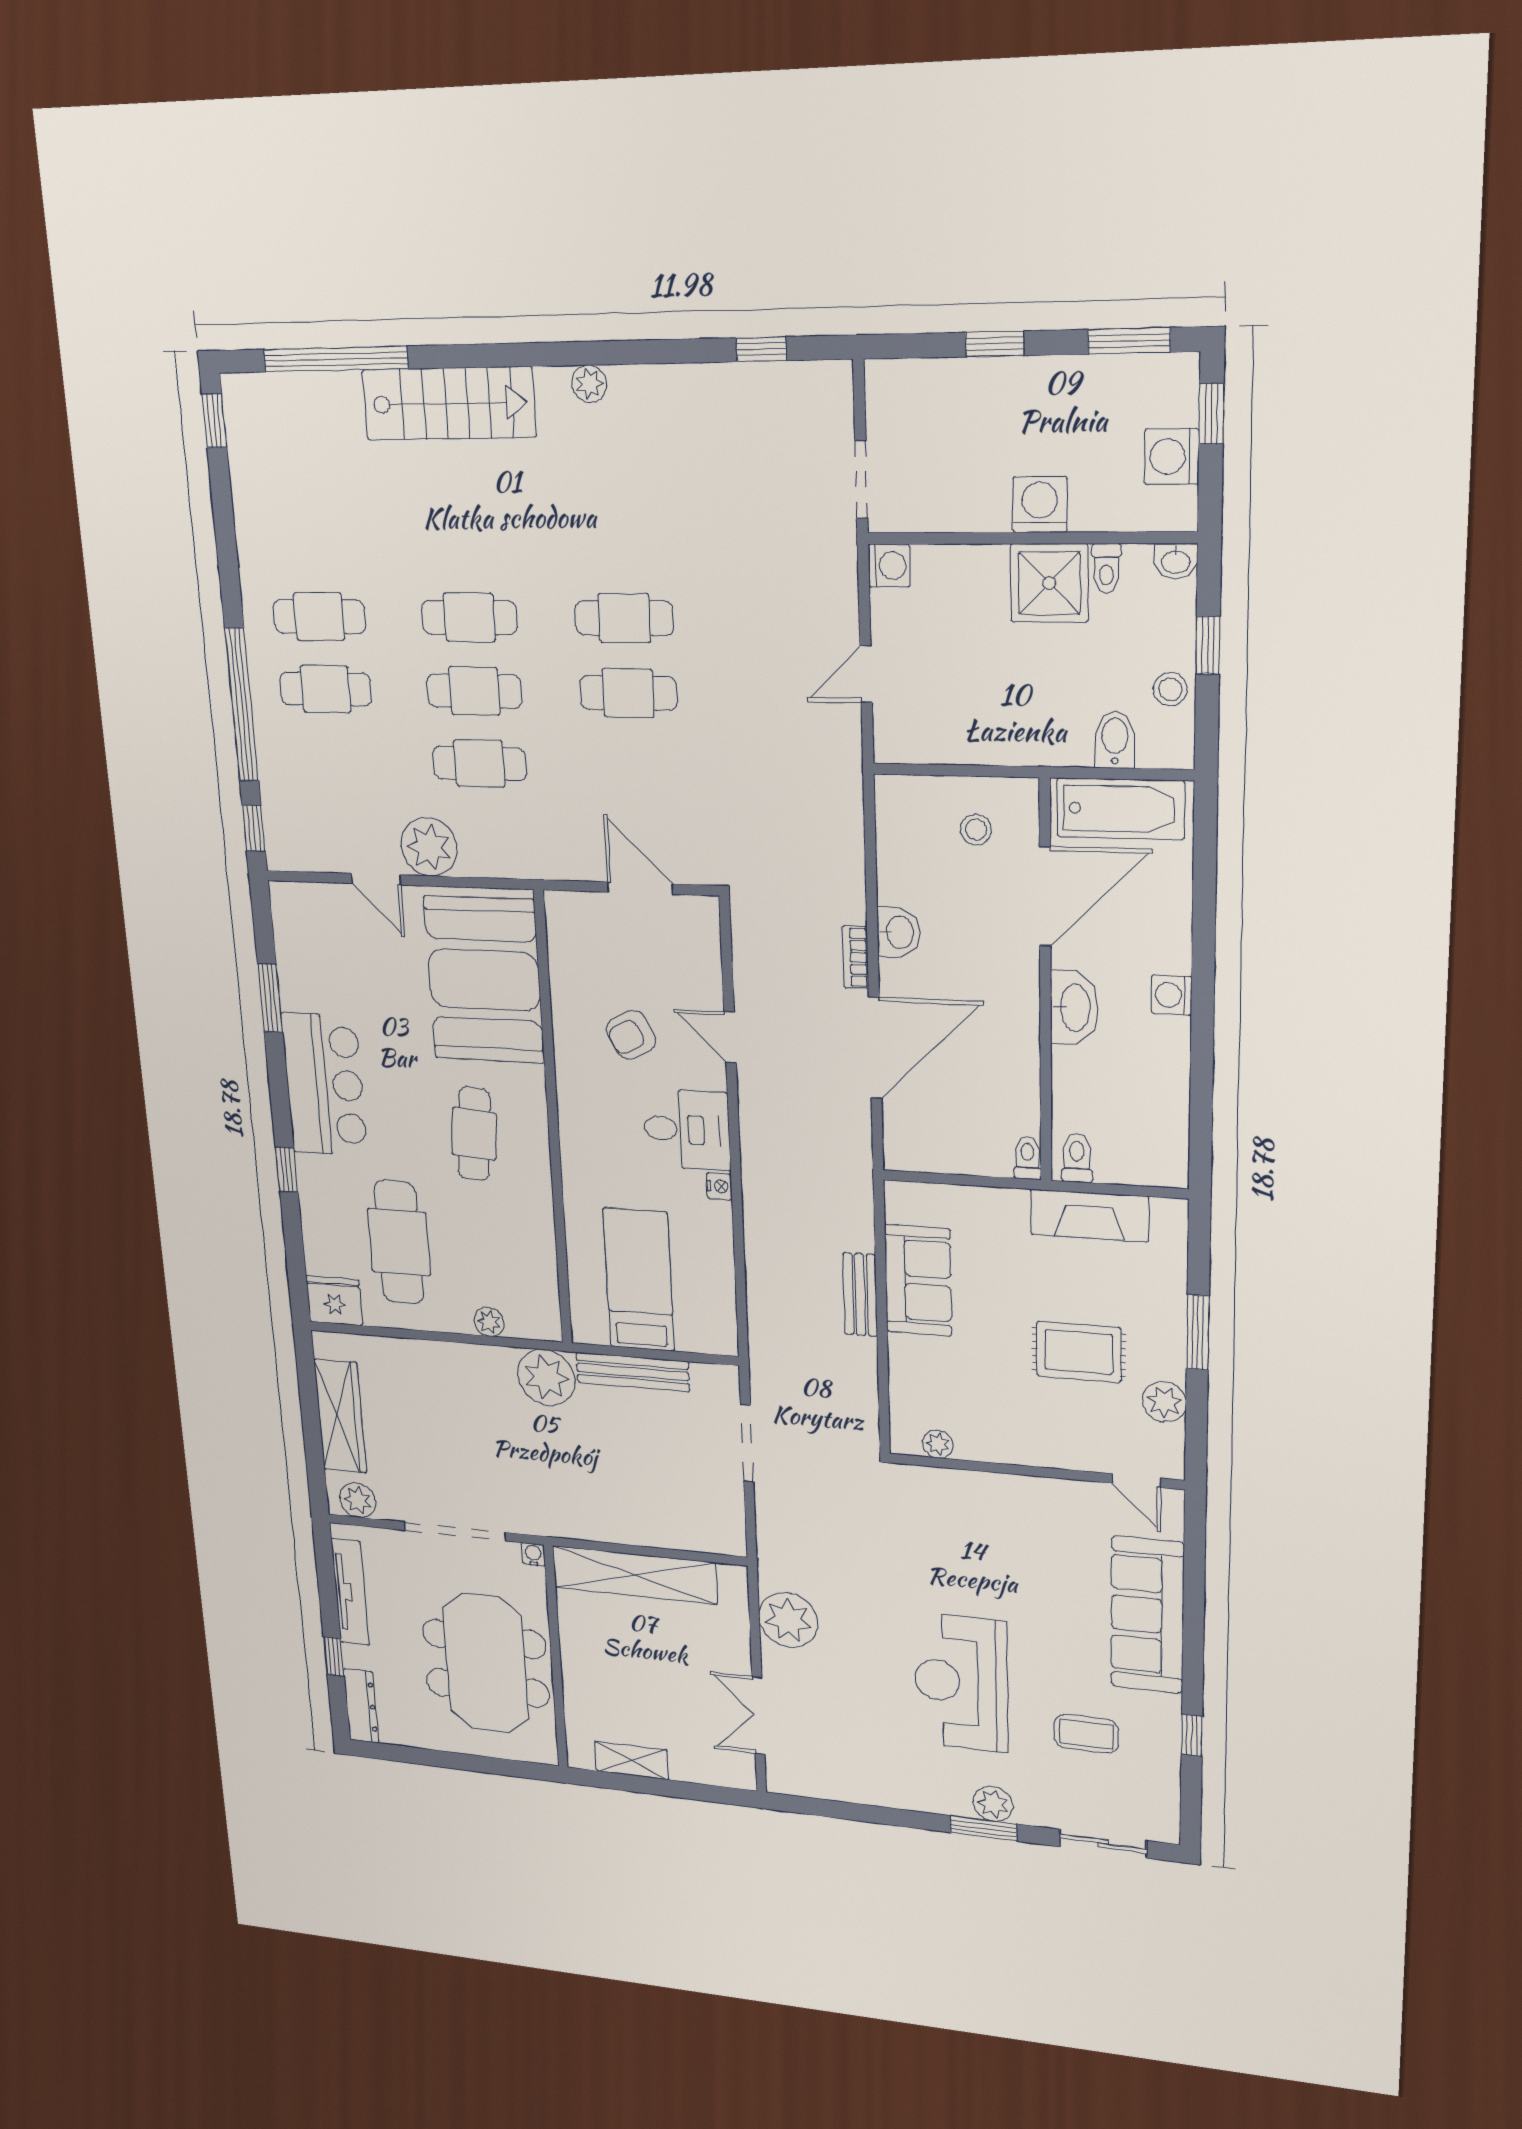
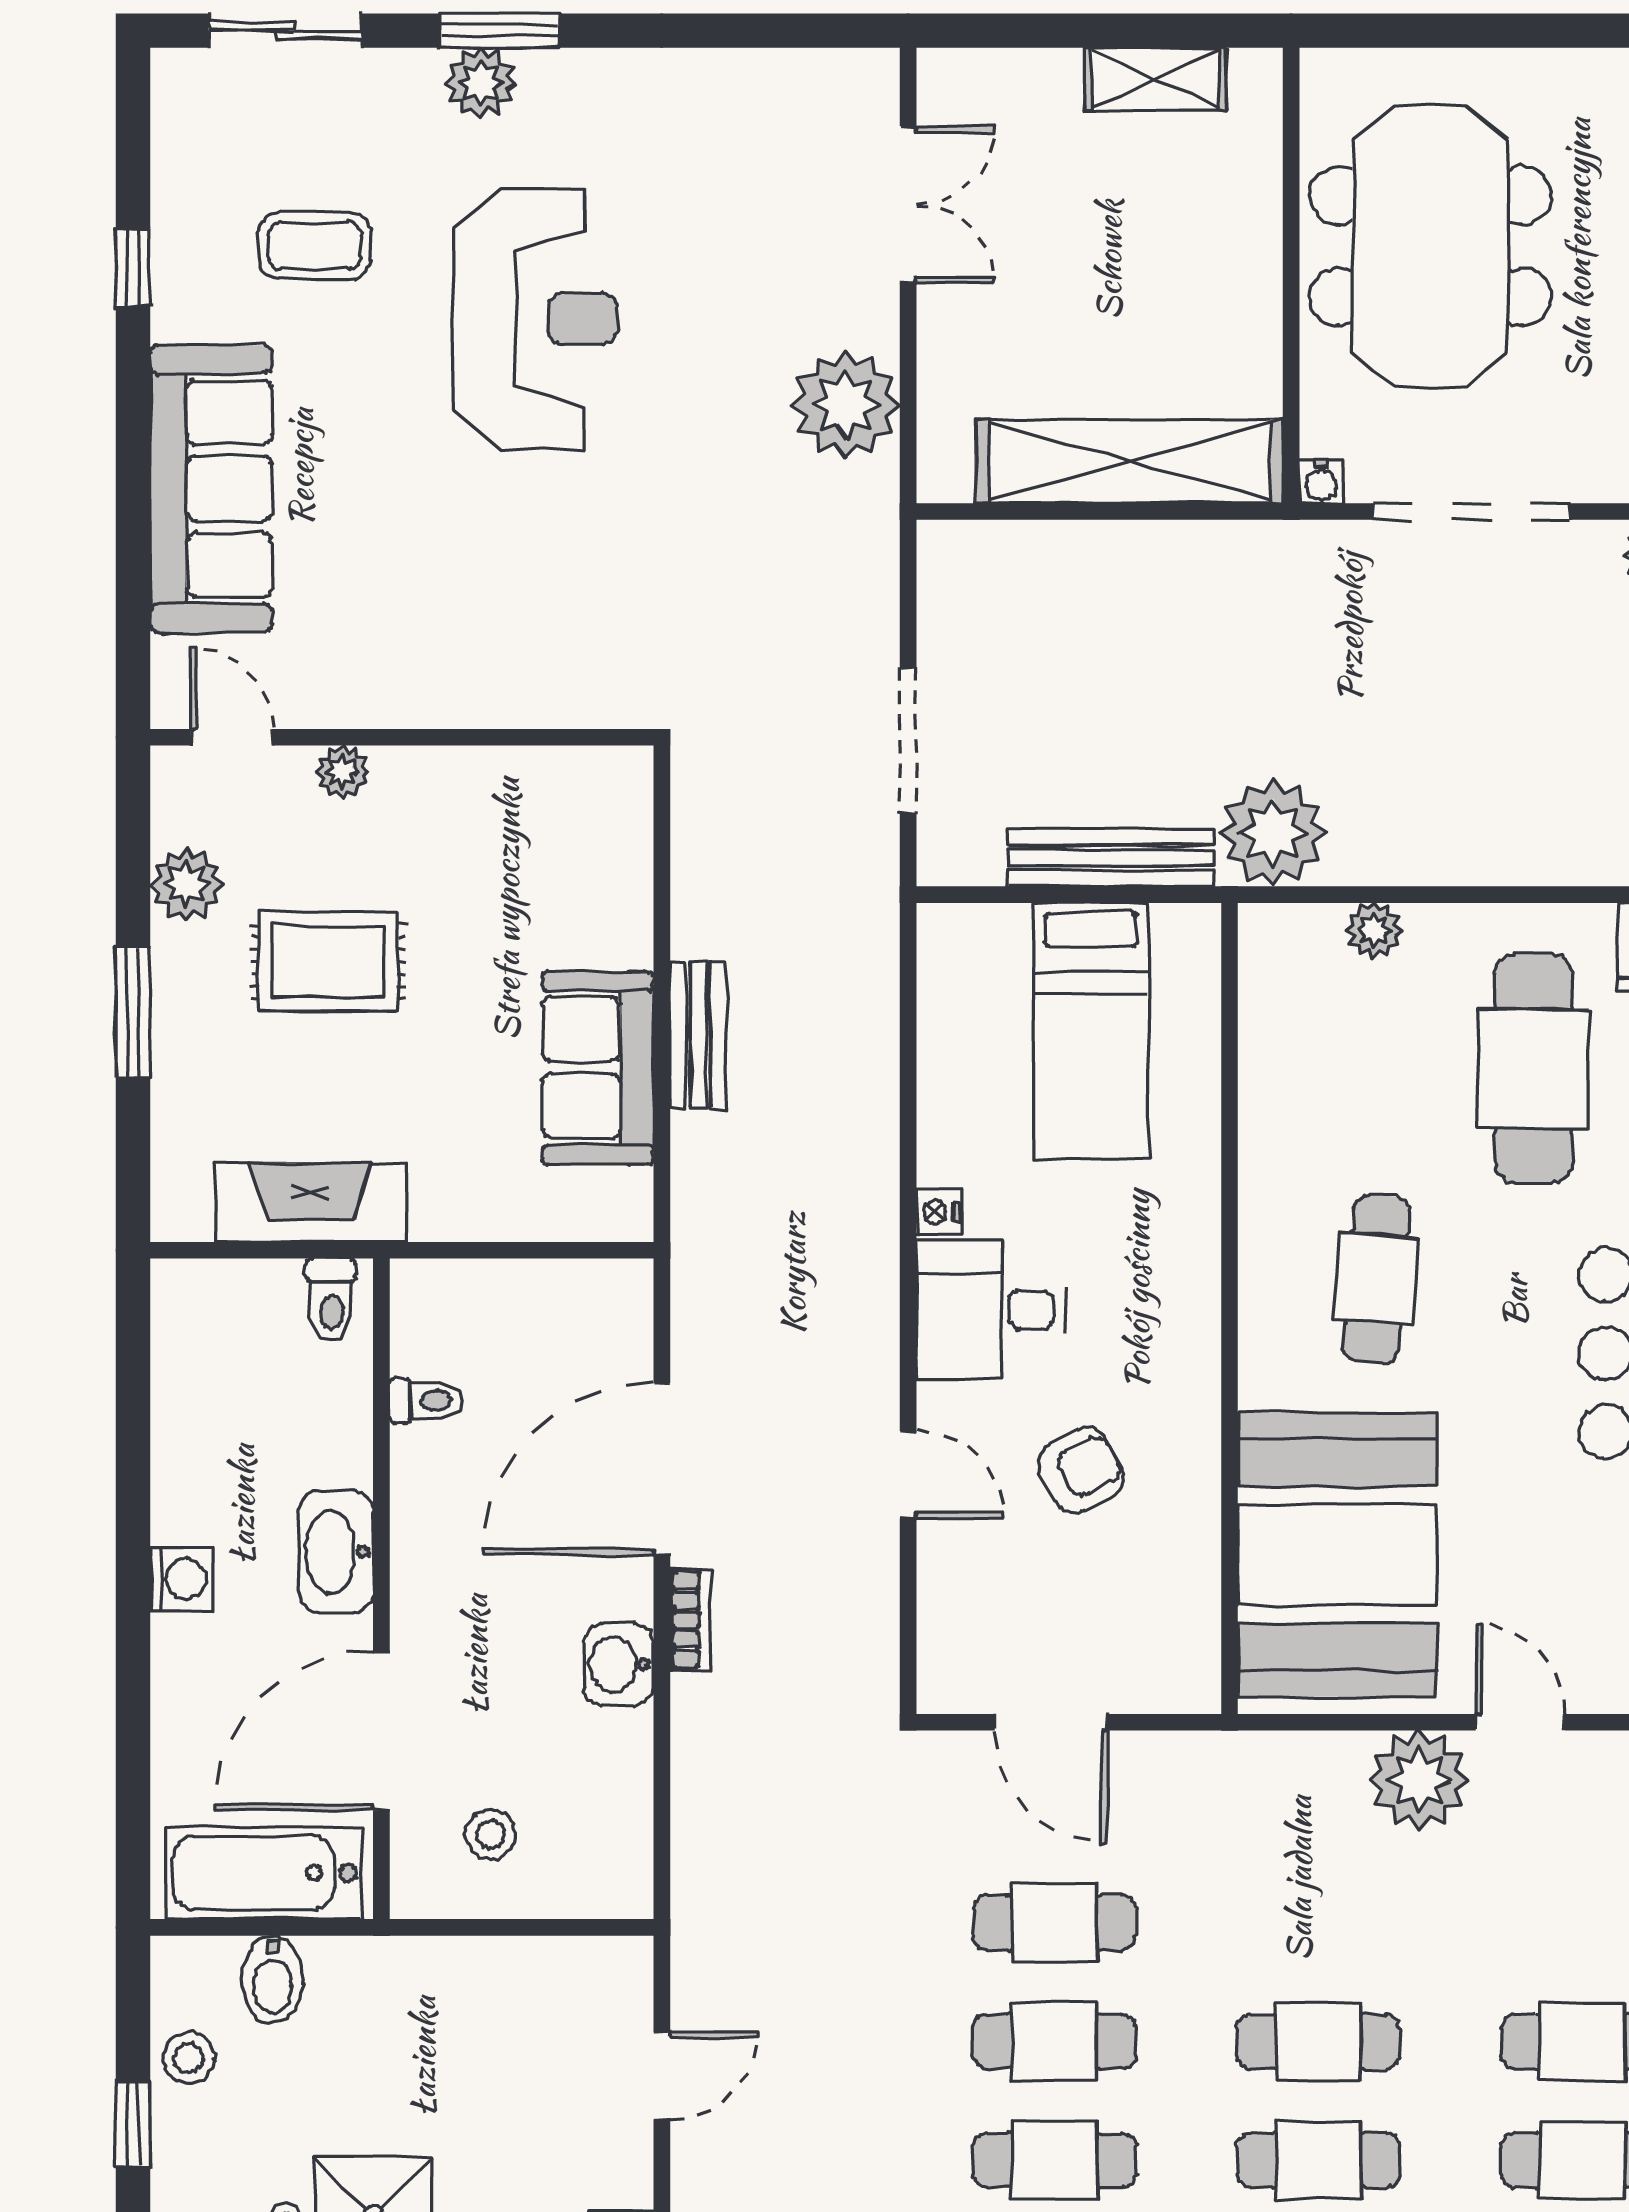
cafe table: (479, 763) -> (1054, 1923), moved
toilet: (1027, 1158) -> (426, 1400), moved, turned -90
plant: (938, 1444) -> (342, 772), moved

